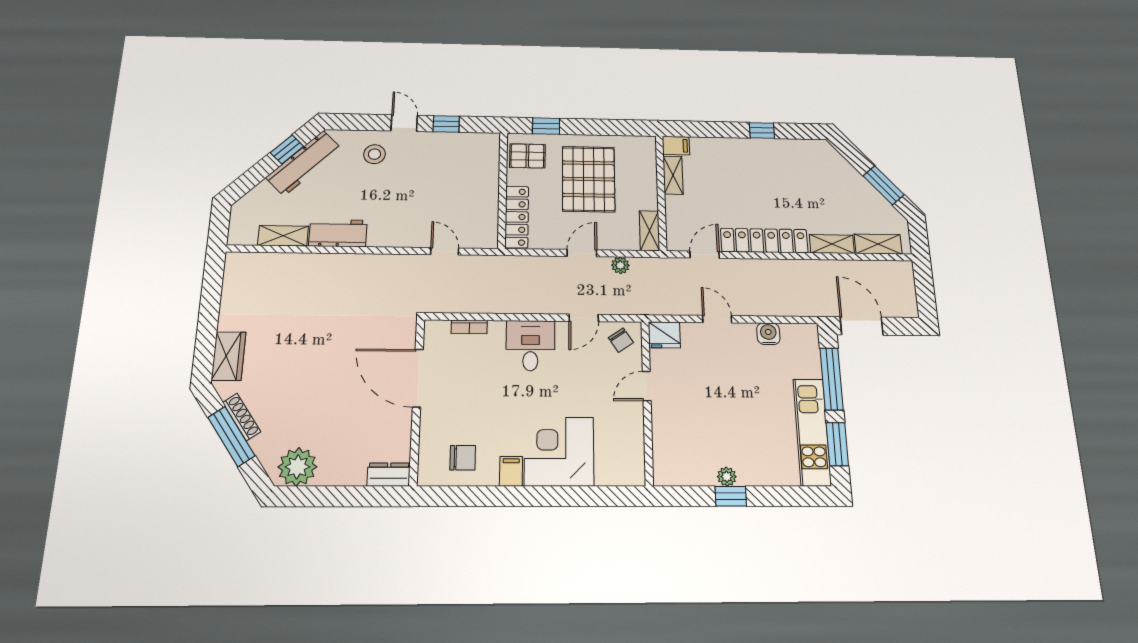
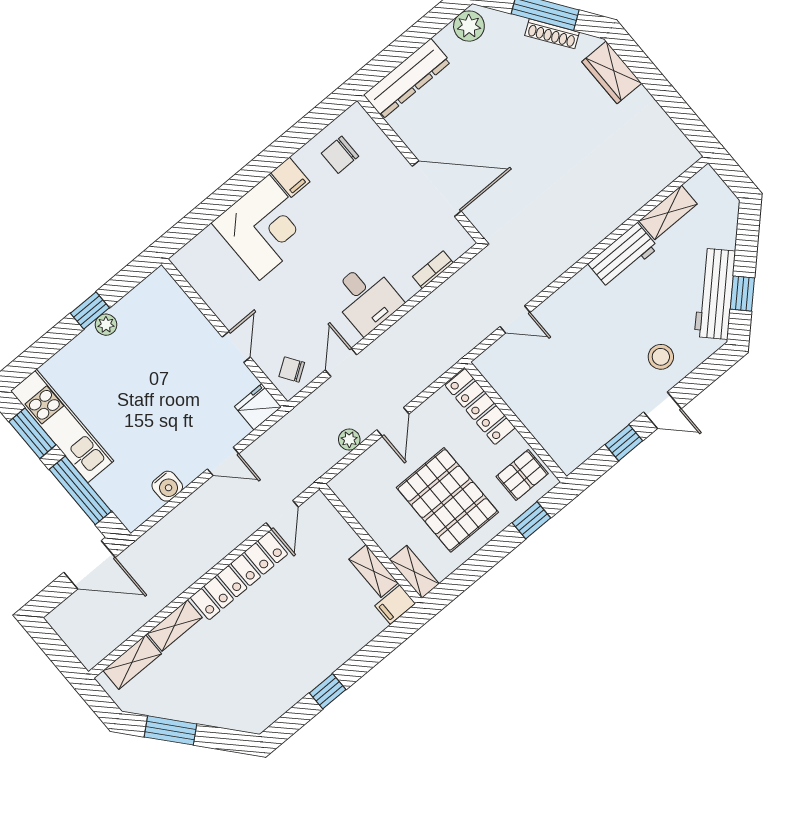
shelving: (649, 231) -> (414, 572), moved
plant: (297, 467) -> (469, 26), width x0.73, depth x0.73
dresser: (389, 475) -> (407, 79), width x1.96, depth x1.24

